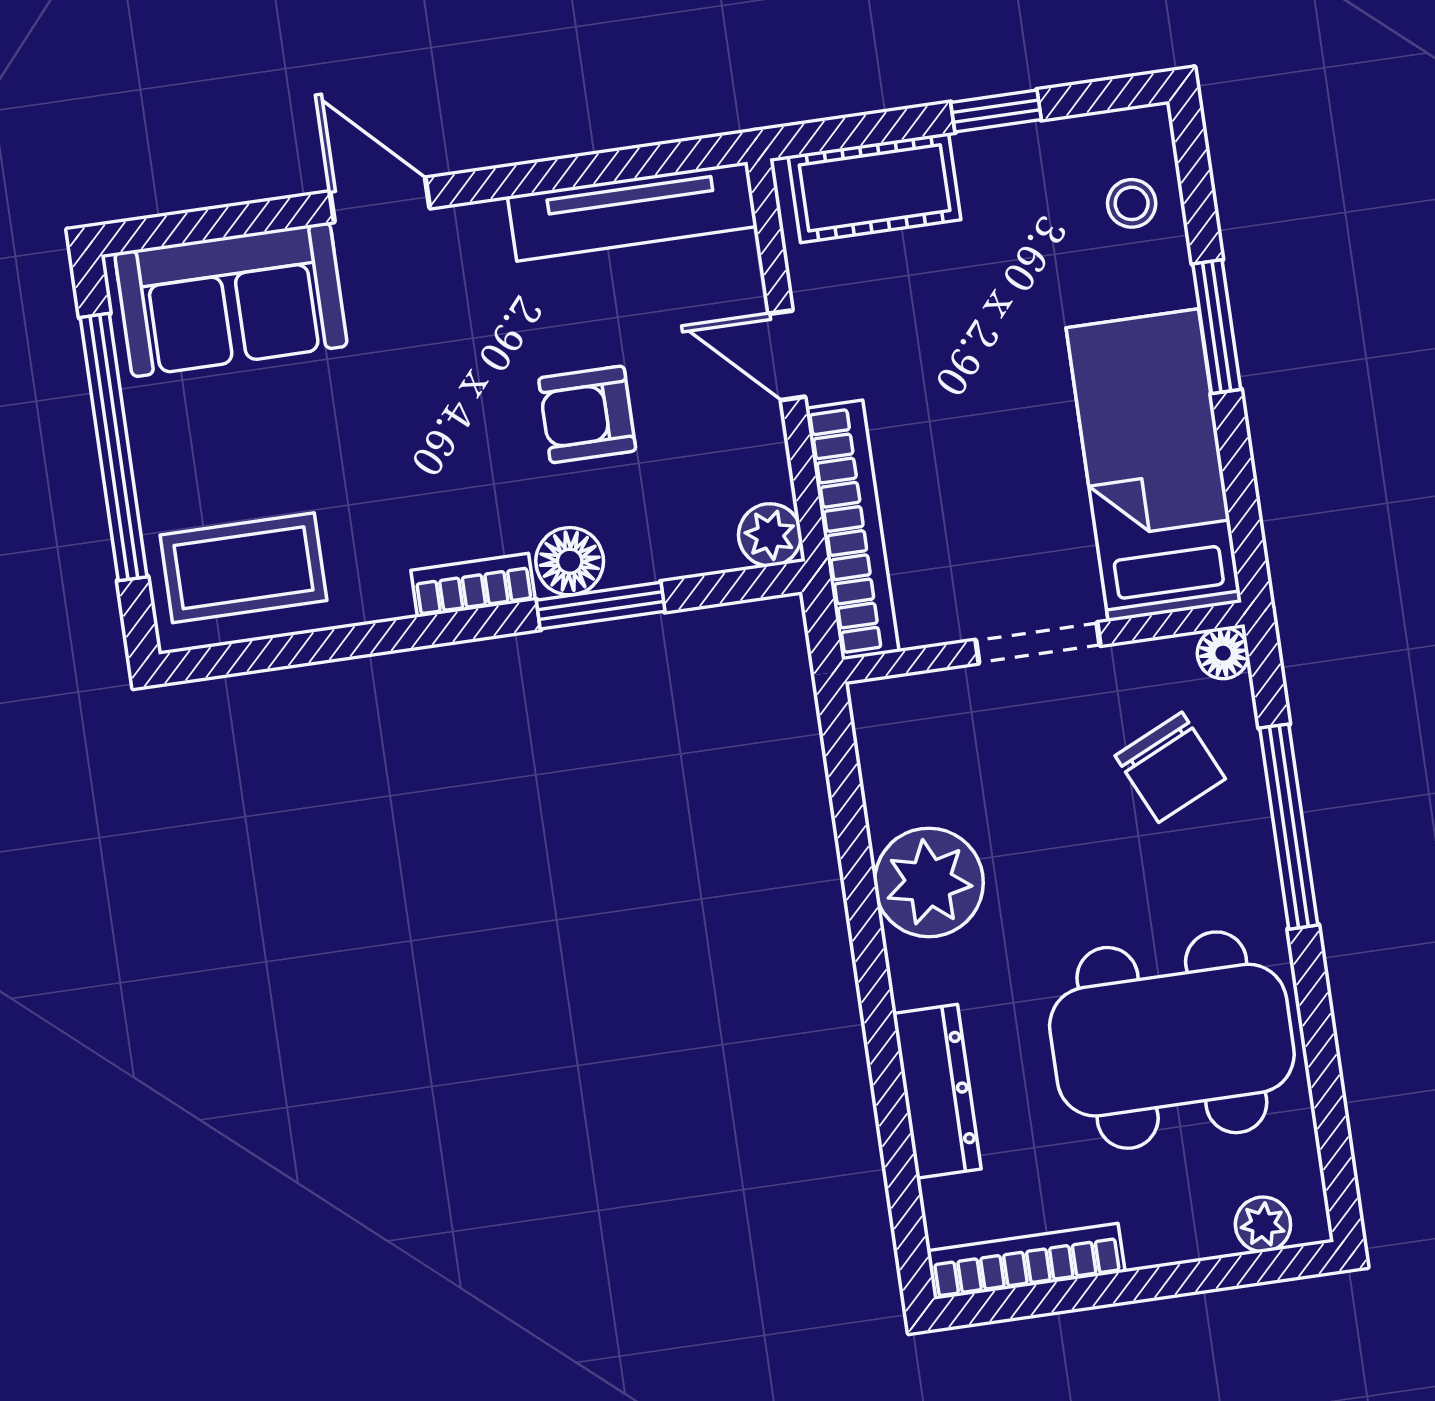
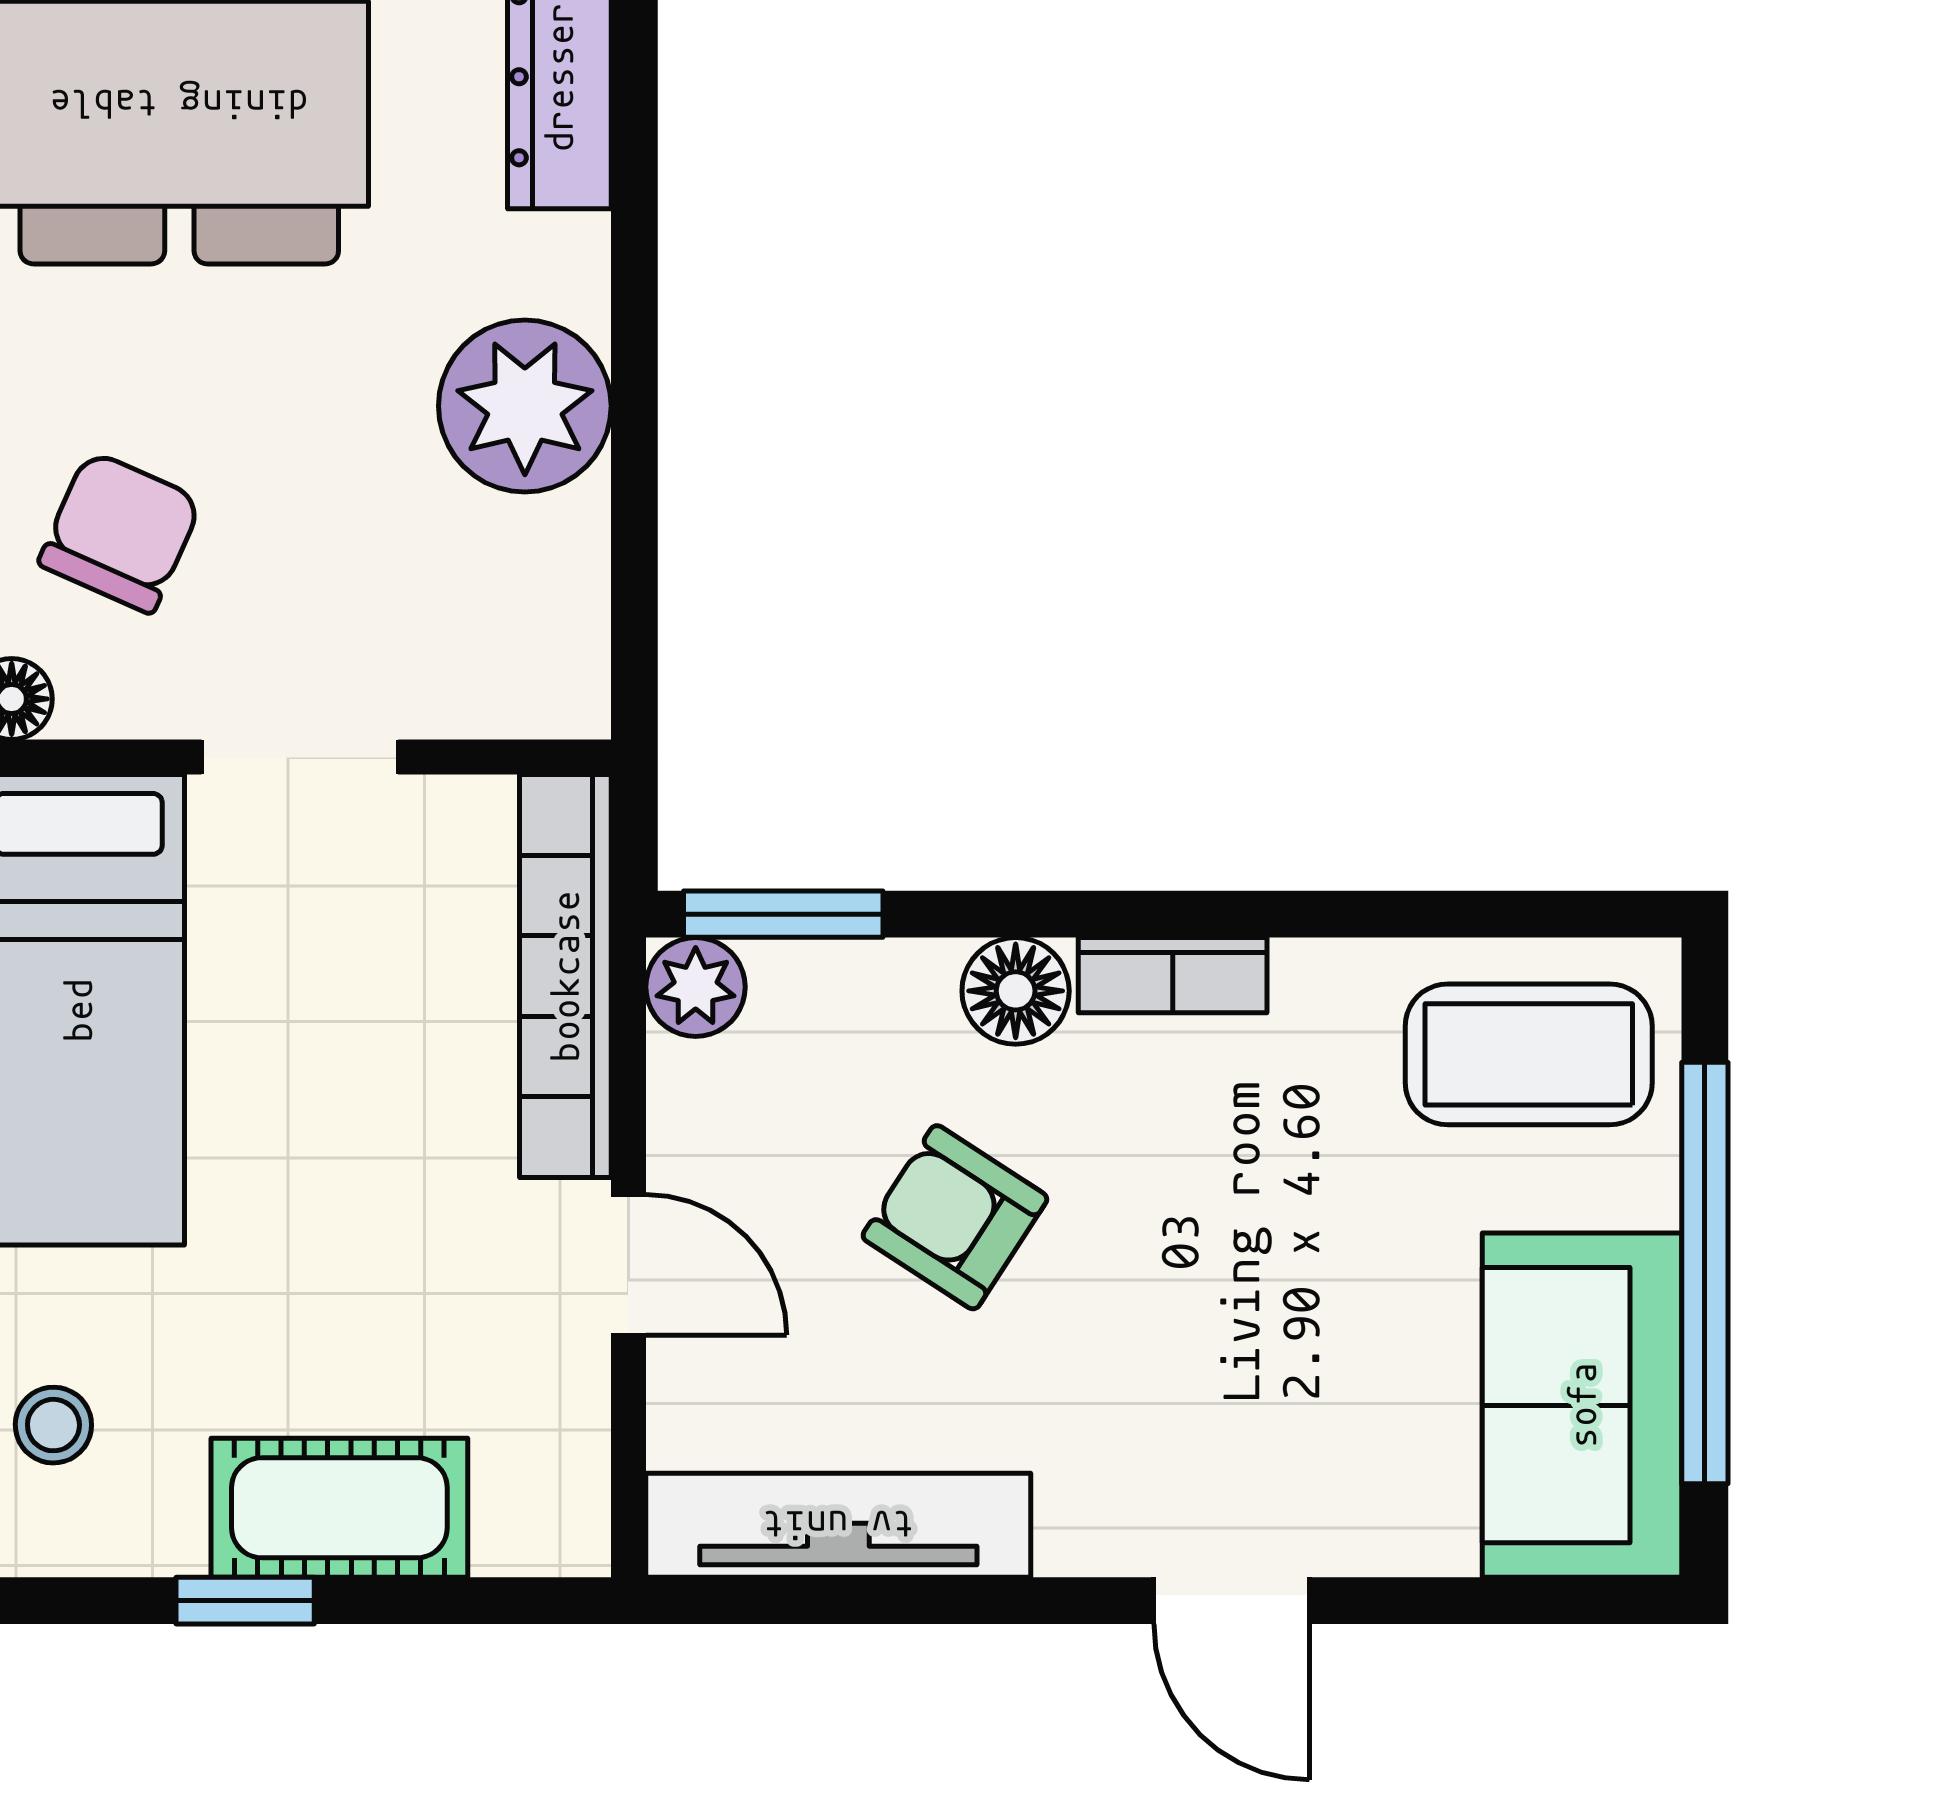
cot: (875, 188) -> (339, 1508), moved
sofa: (231, 300) -> (1582, 1405), moved, turned -90
armchair: (587, 414) -> (955, 1217), turned -147
window: (601, 606) -> (783, 914), moved
chair: (1170, 767) -> (120, 532), turned 49

